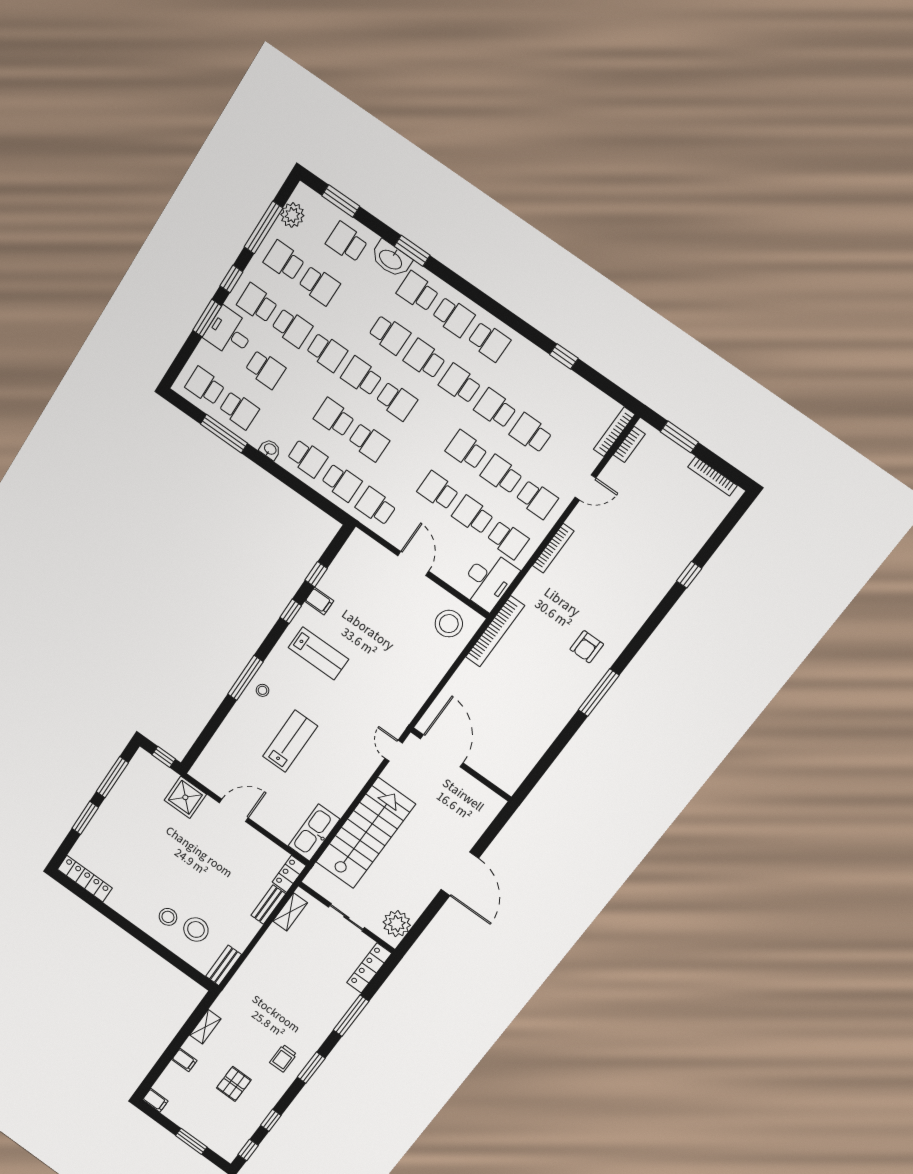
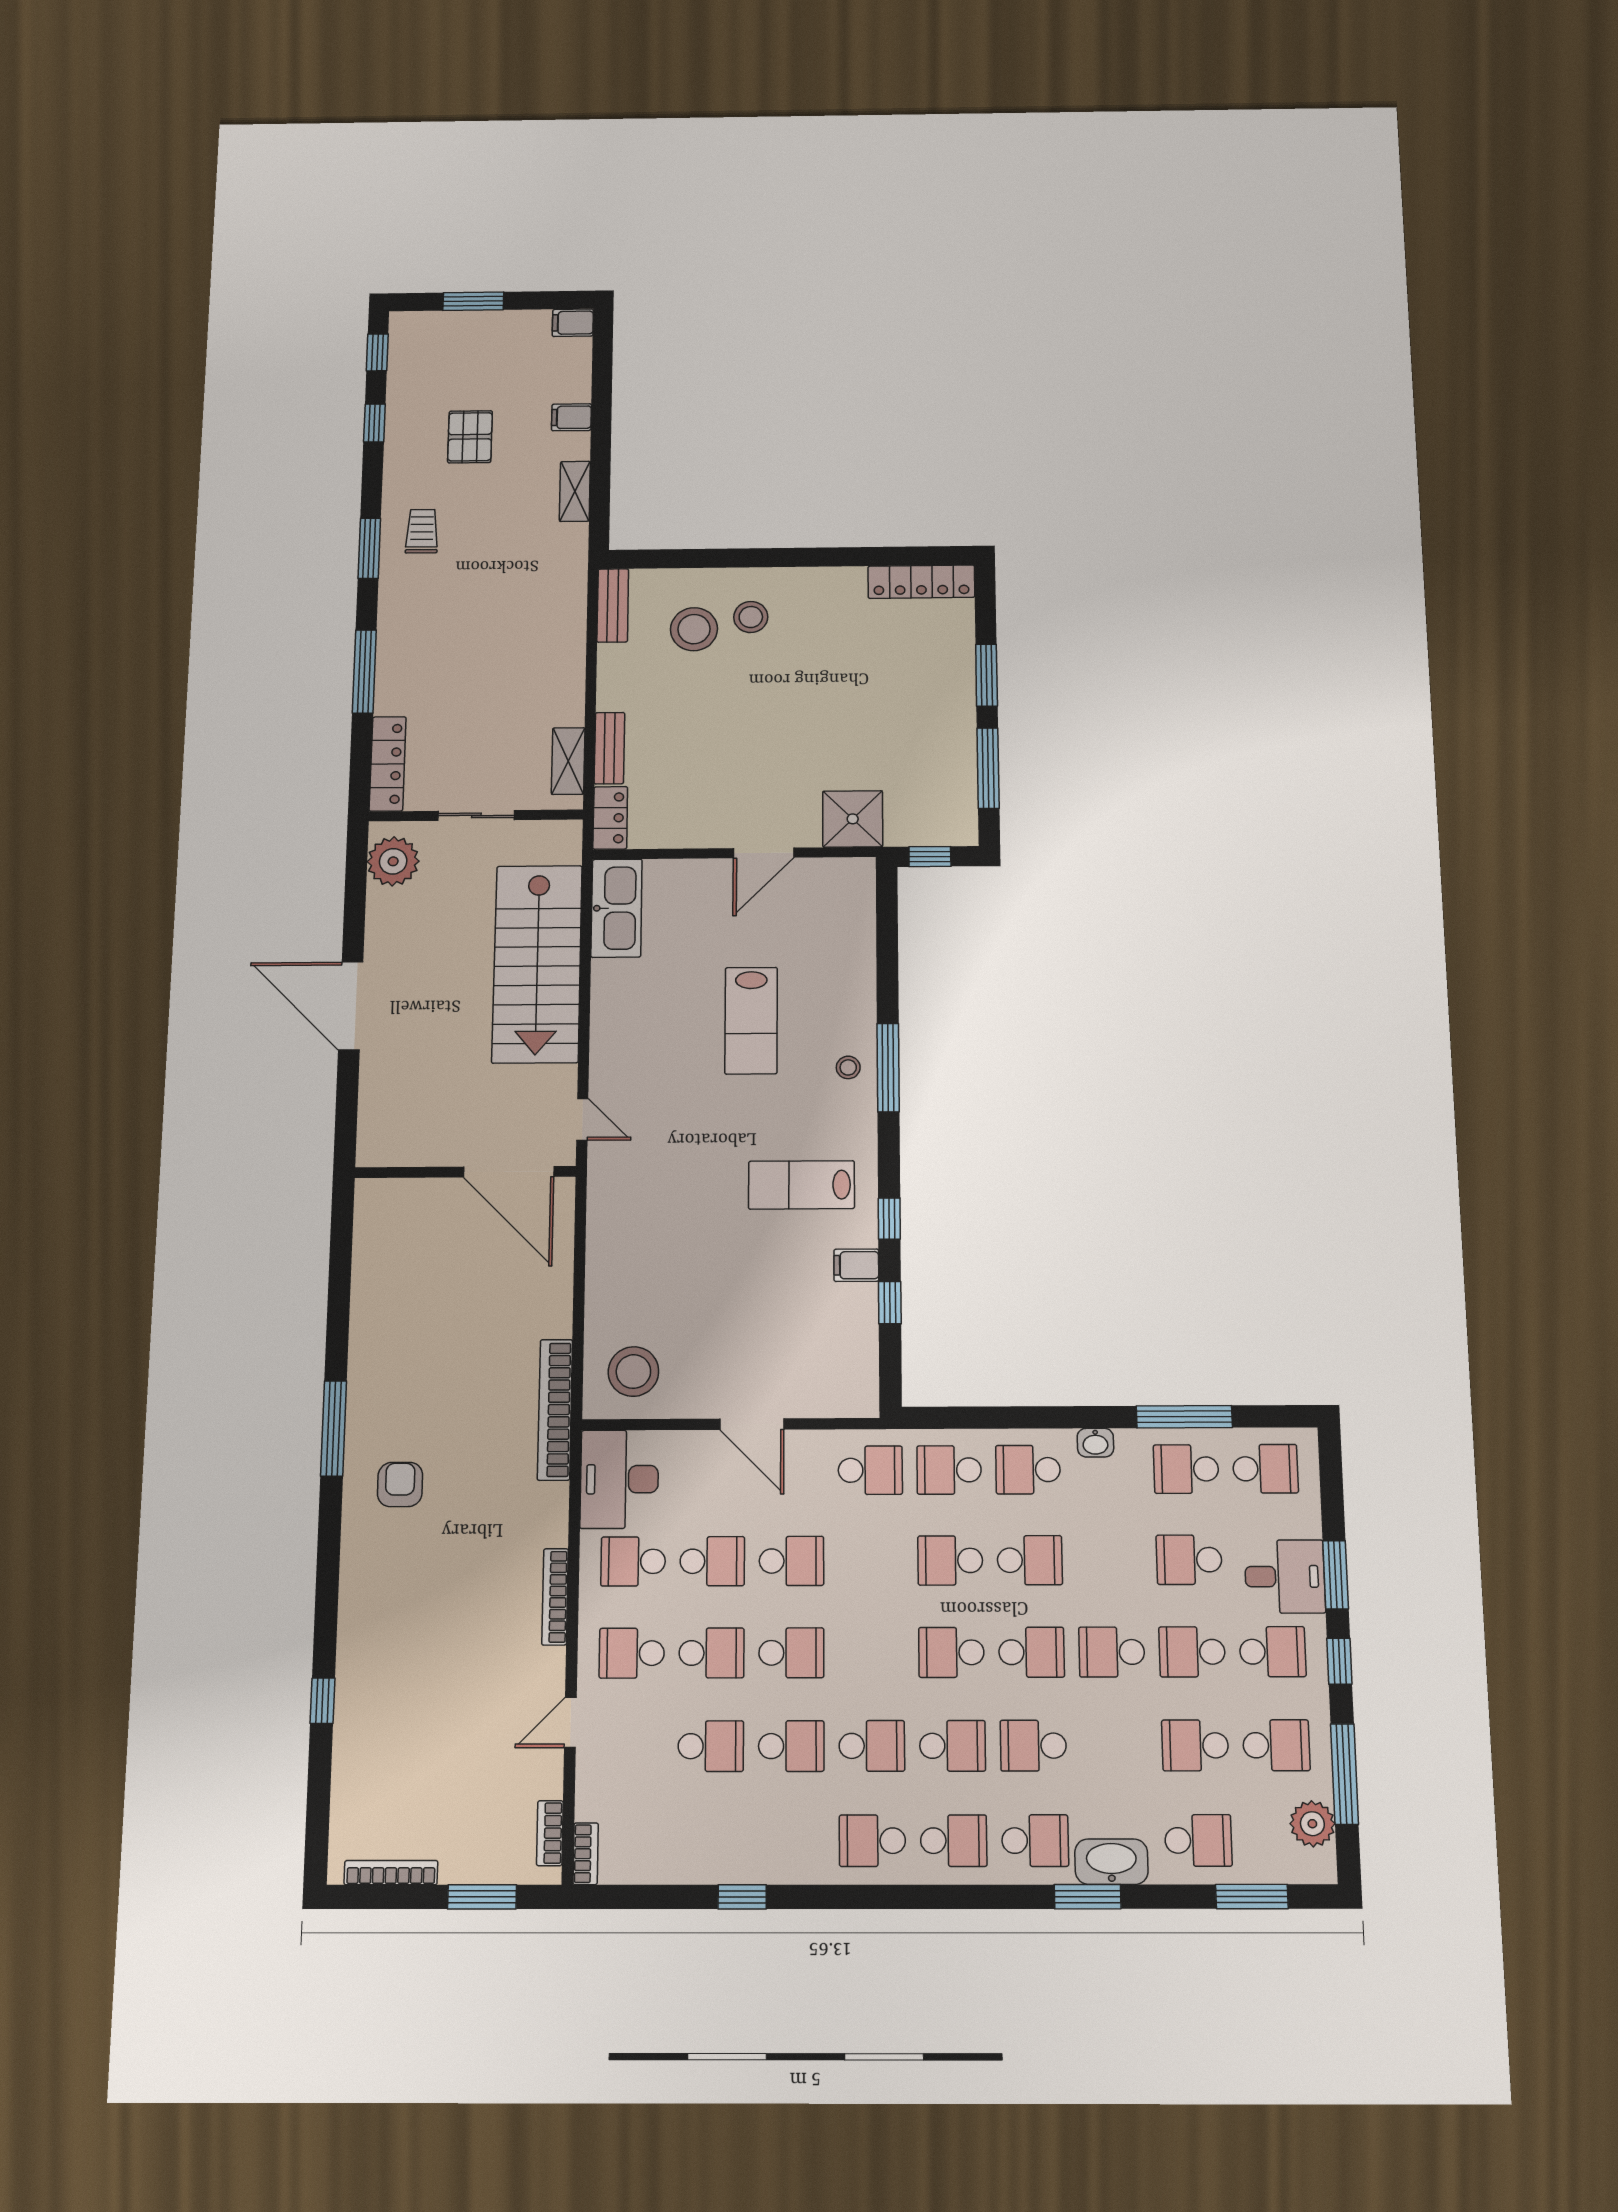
school desk: (453, 317) -> (954, 1841), turned 180
bookcase: (614, 432) -> (586, 1854), width x0.64

